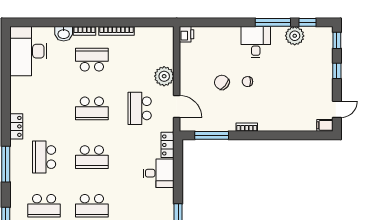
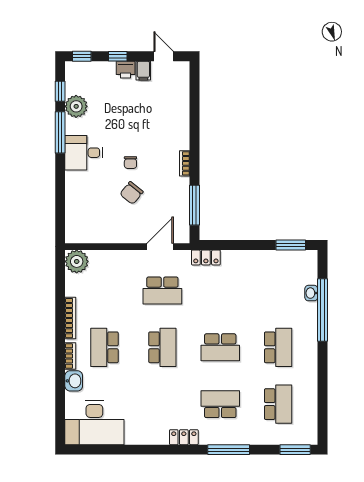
printer: (187, 34) -> (126, 70), moved, turned 180
plant: (164, 76) -> (77, 261), moved
filing cabinet: (325, 125) -> (143, 71), moved
school desk: (44, 157) -> (220, 404), turned 180
school desk: (92, 157) -> (220, 347), turned 90
desk: (159, 173) -> (239, 268), removed

